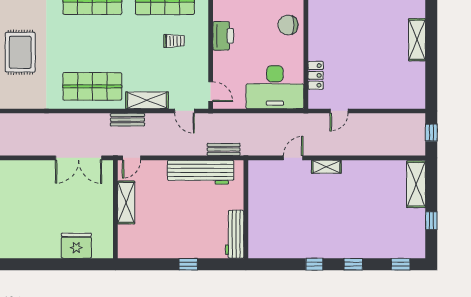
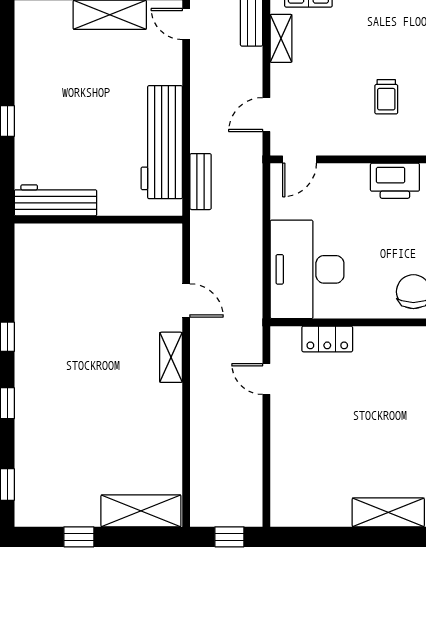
shelving: (147, 100) -> (281, 38), width x0.67, depth x0.75

